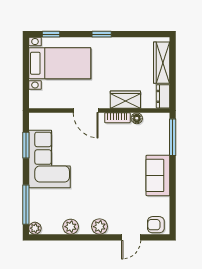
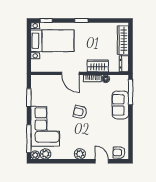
corner sofa: (49, 159) -> (45, 126), moved
armchair: (100, 166) -> (80, 112), added
sofa: (158, 175) -> (120, 105), moved
plant: (71, 227) -> (45, 154), moved
door: (131, 237) -> (102, 161), swing flipped

